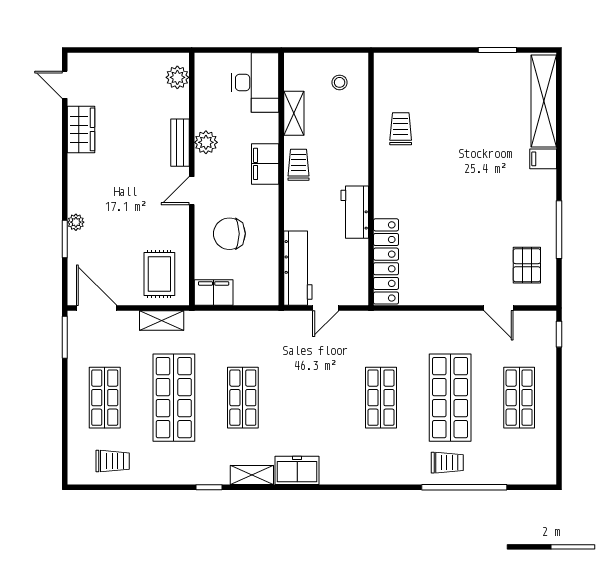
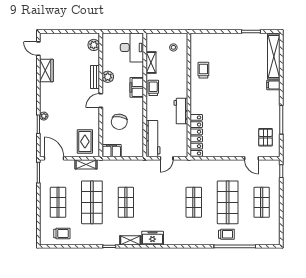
chair: (229, 234) -> (119, 122), turned -82

